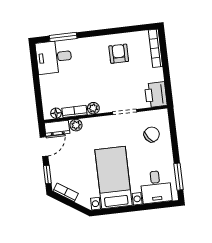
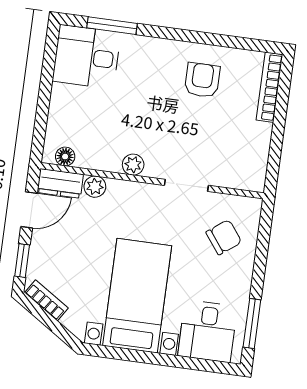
printer: (156, 95) -> (249, 169), removed
bookcase: (74, 111) -> (98, 162), removed

